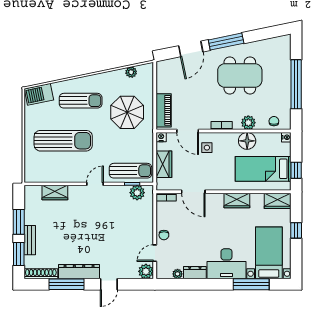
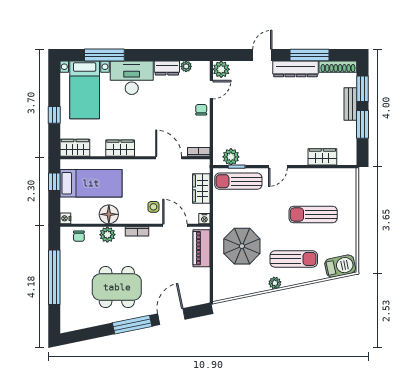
plant: (131, 72) -> (275, 283), moved
sun lounger: (81, 101) -> (294, 259), turned 180
sun lounger: (63, 141) -> (313, 214), width x0.73, depth x0.75

